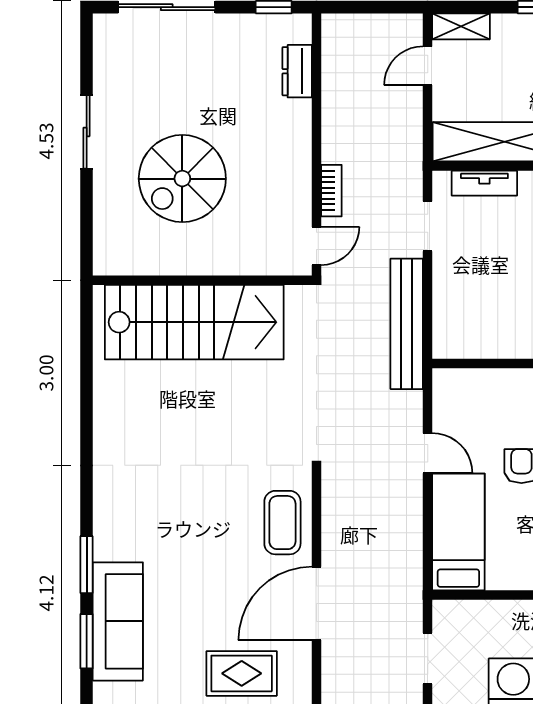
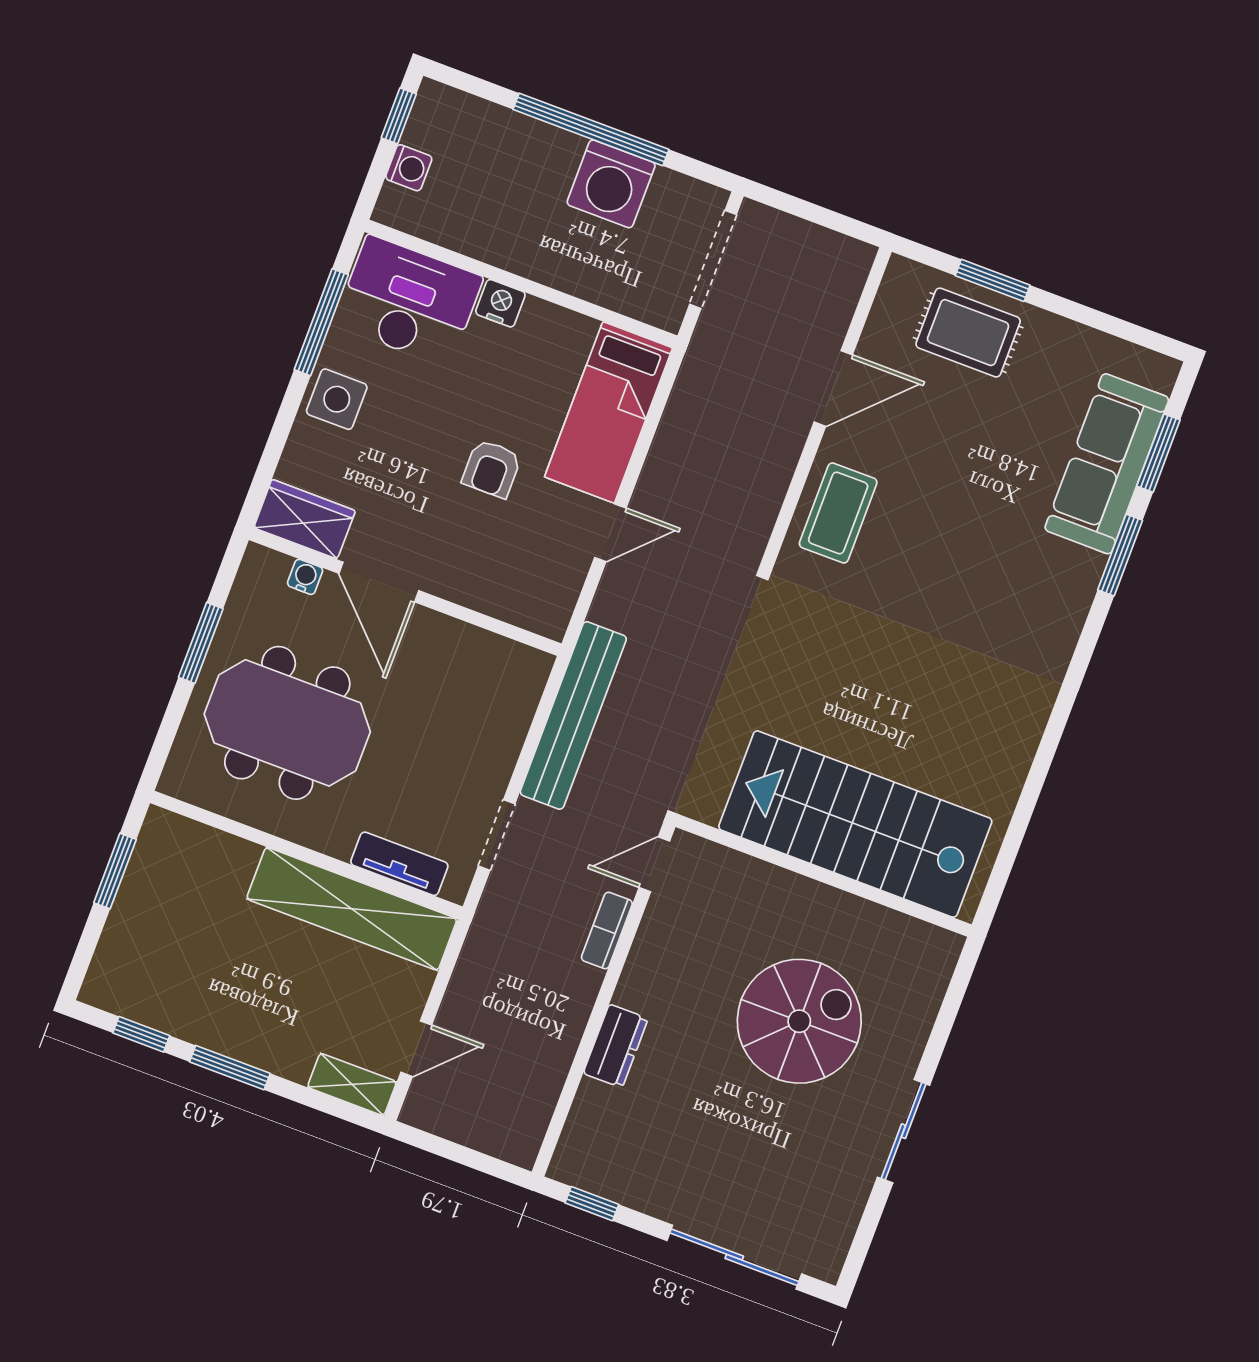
dresser: (297, 71) -> (616, 1046), moved
door: (428, 453) -> (610, 533), swing flipped
door: (316, 603) -> (833, 388), width x0.73
doorway: (428, 658) -> (713, 259), width x1.38

